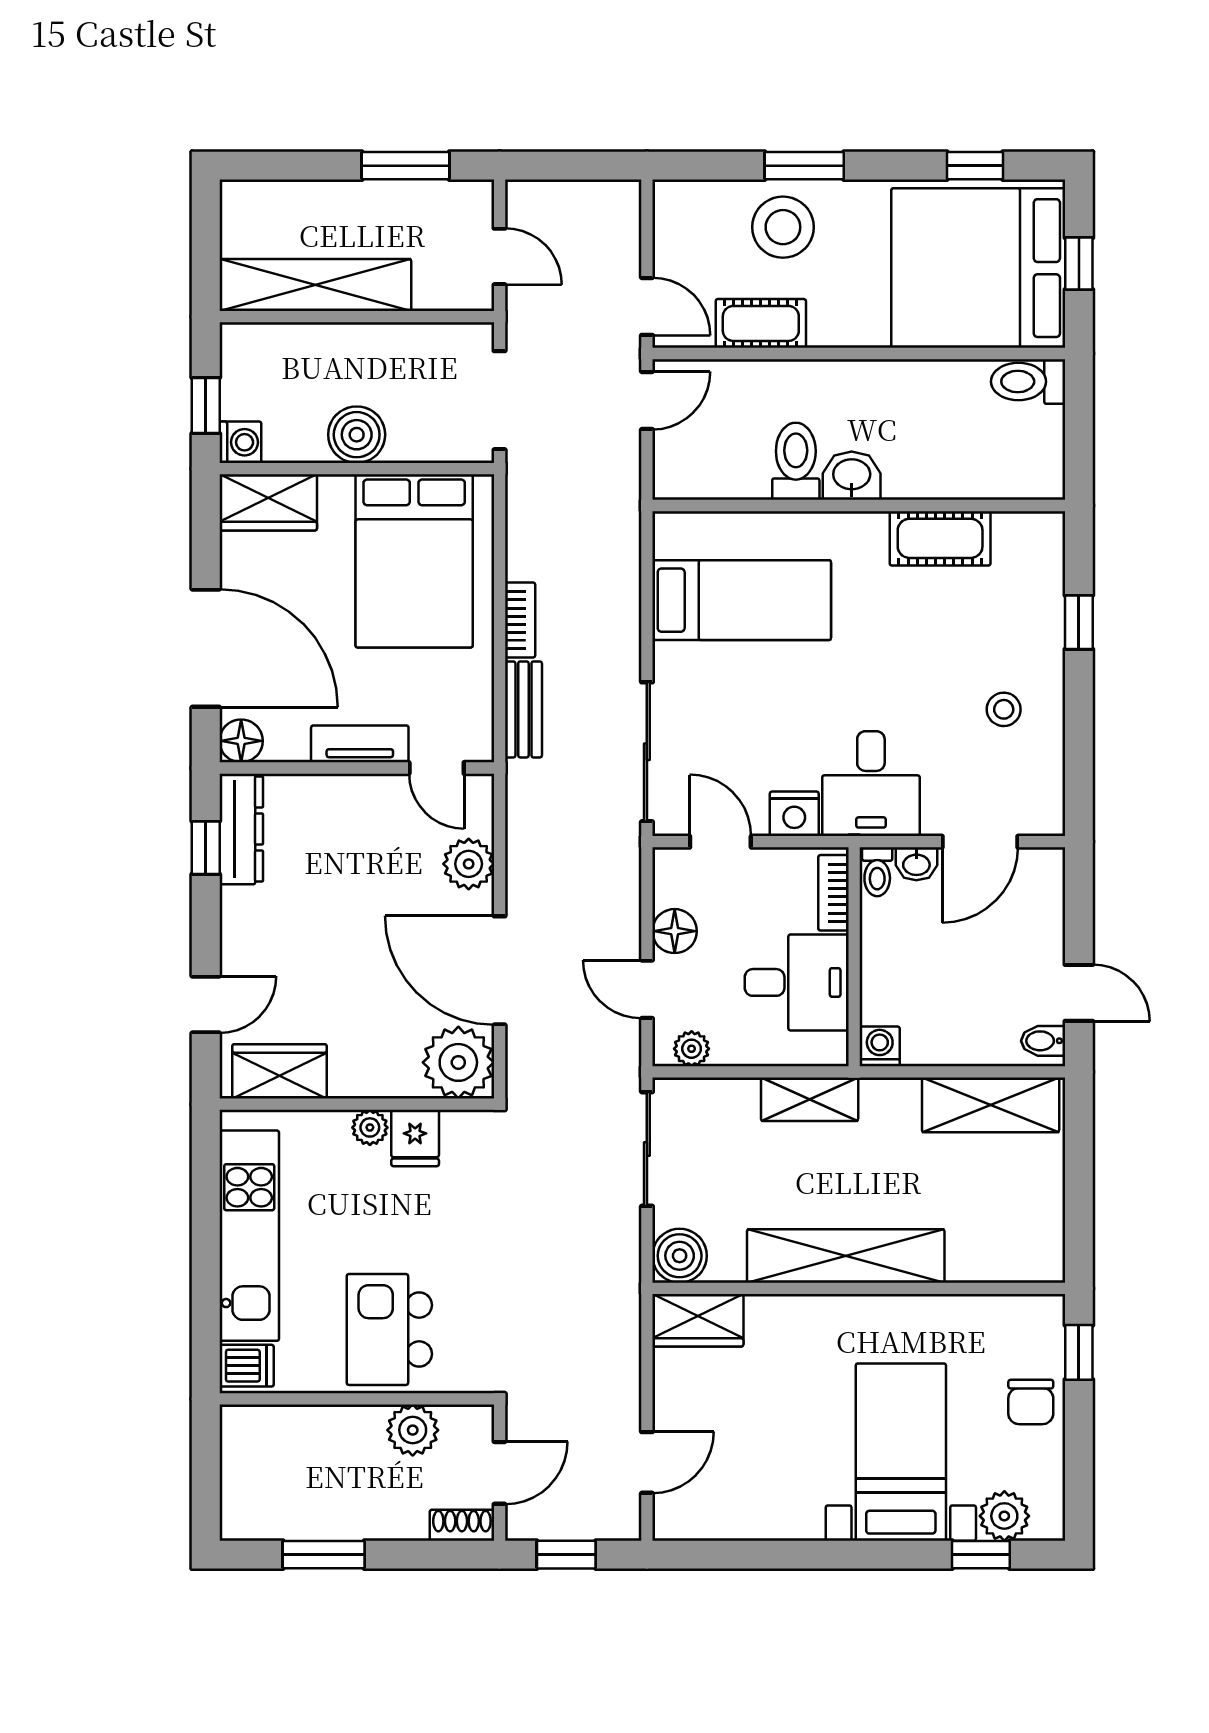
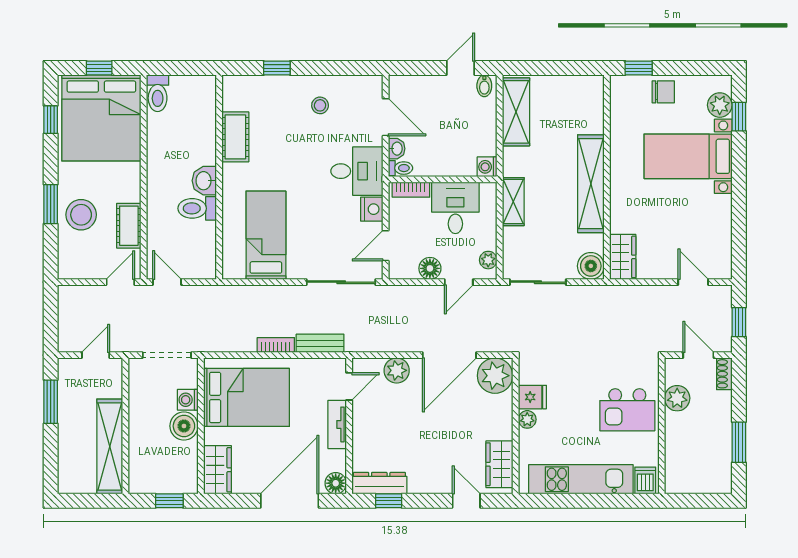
washing machine: (240, 442) -> (188, 400), moved, turned -90

